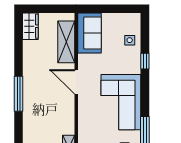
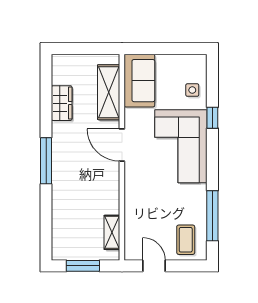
wardrobe: (30, 26) -> (62, 103), moved
corner sofa: (121, 102) -> (181, 146), moved

